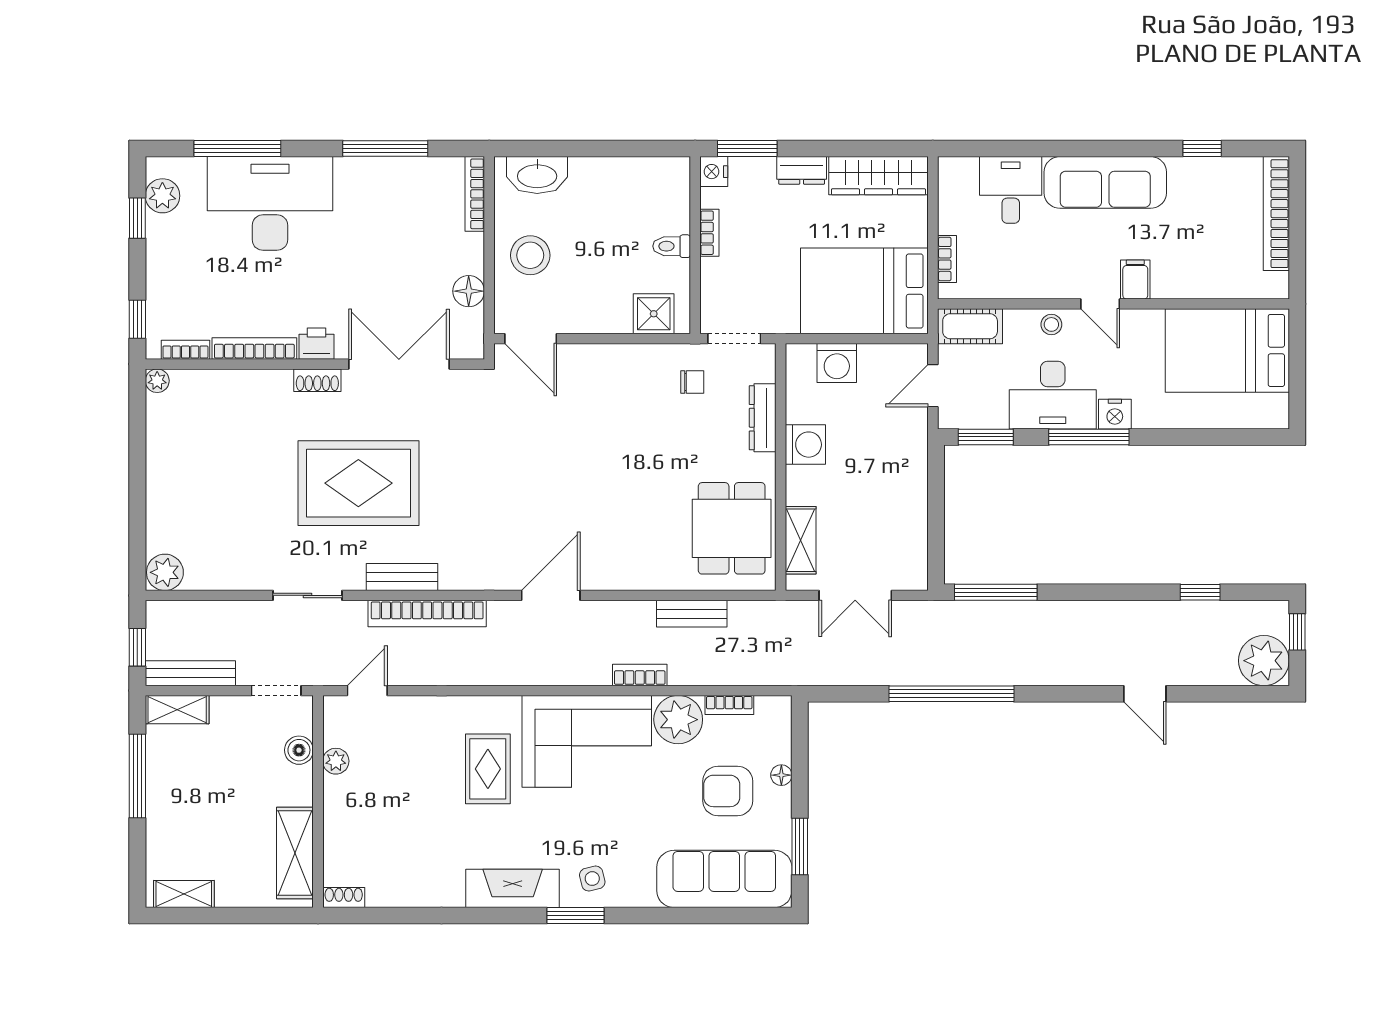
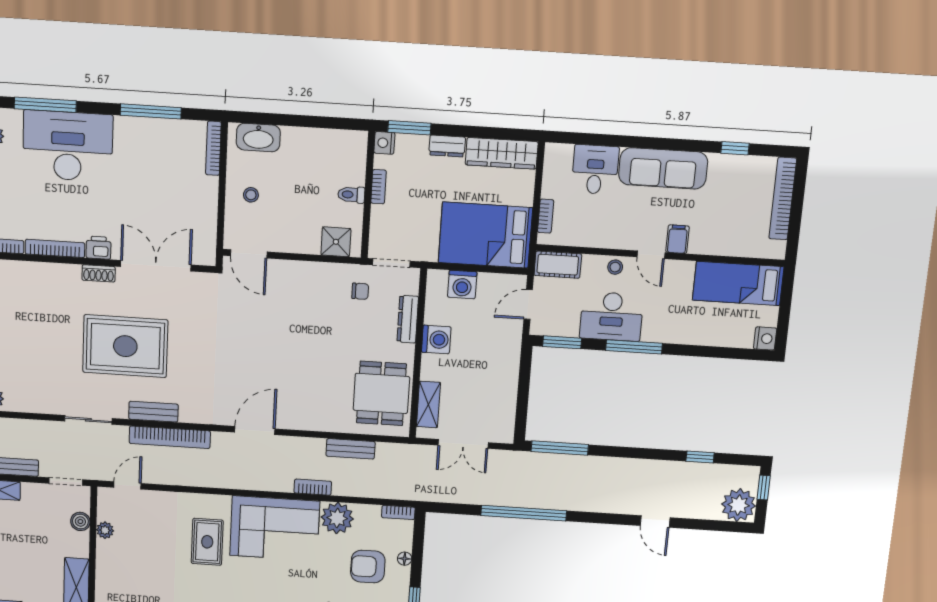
stool: (530, 255) -> (251, 195), width x0.53, depth x0.53
floor lamp: (469, 291) -> (206, 218), removed
bed: (1227, 350) -> (738, 283), width x0.67
nightstand: (1115, 414) -> (765, 339), moved, turned -90
bookcase: (729, 705) -> (398, 512), moved

